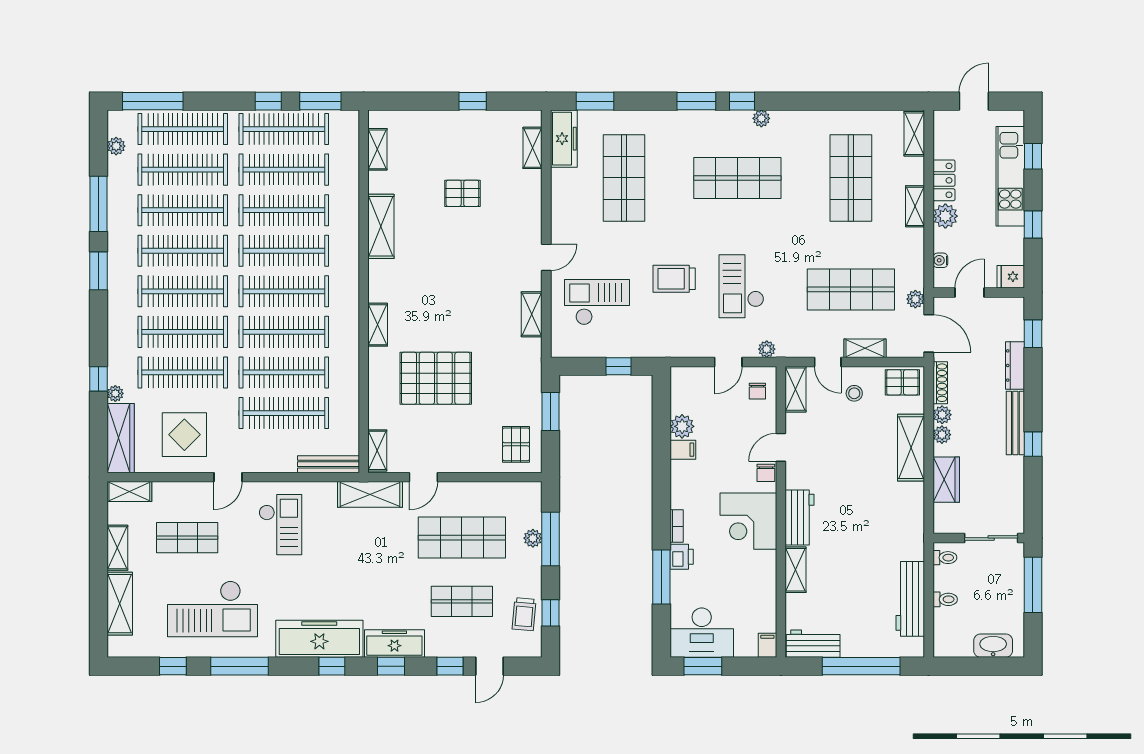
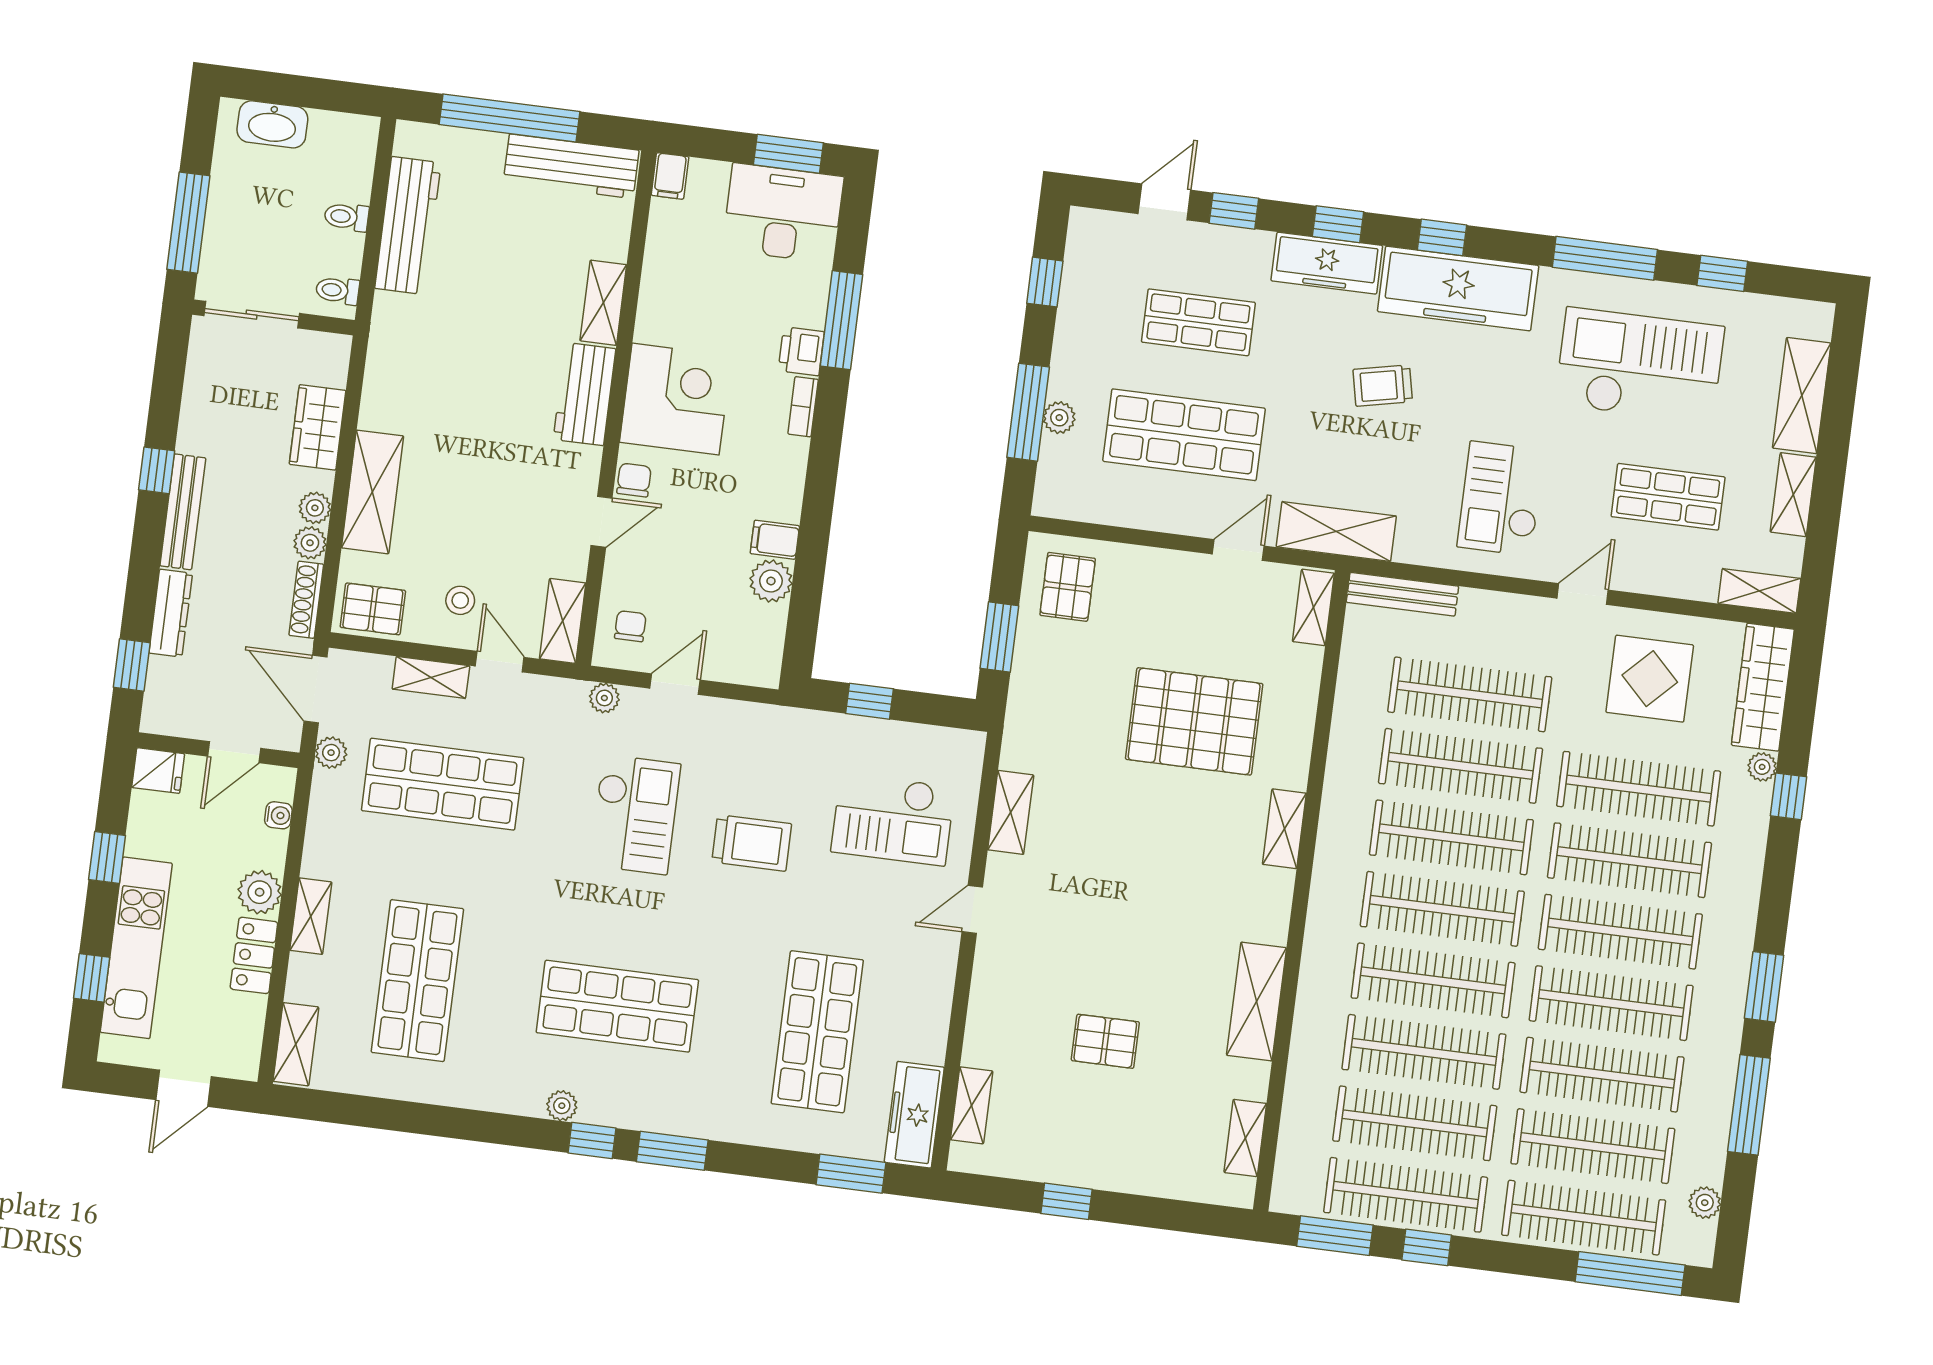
trolley: (524, 614) -> (1383, 386), moved, turned -107
workbench: (813, 644) -> (571, 166), width x1.37

